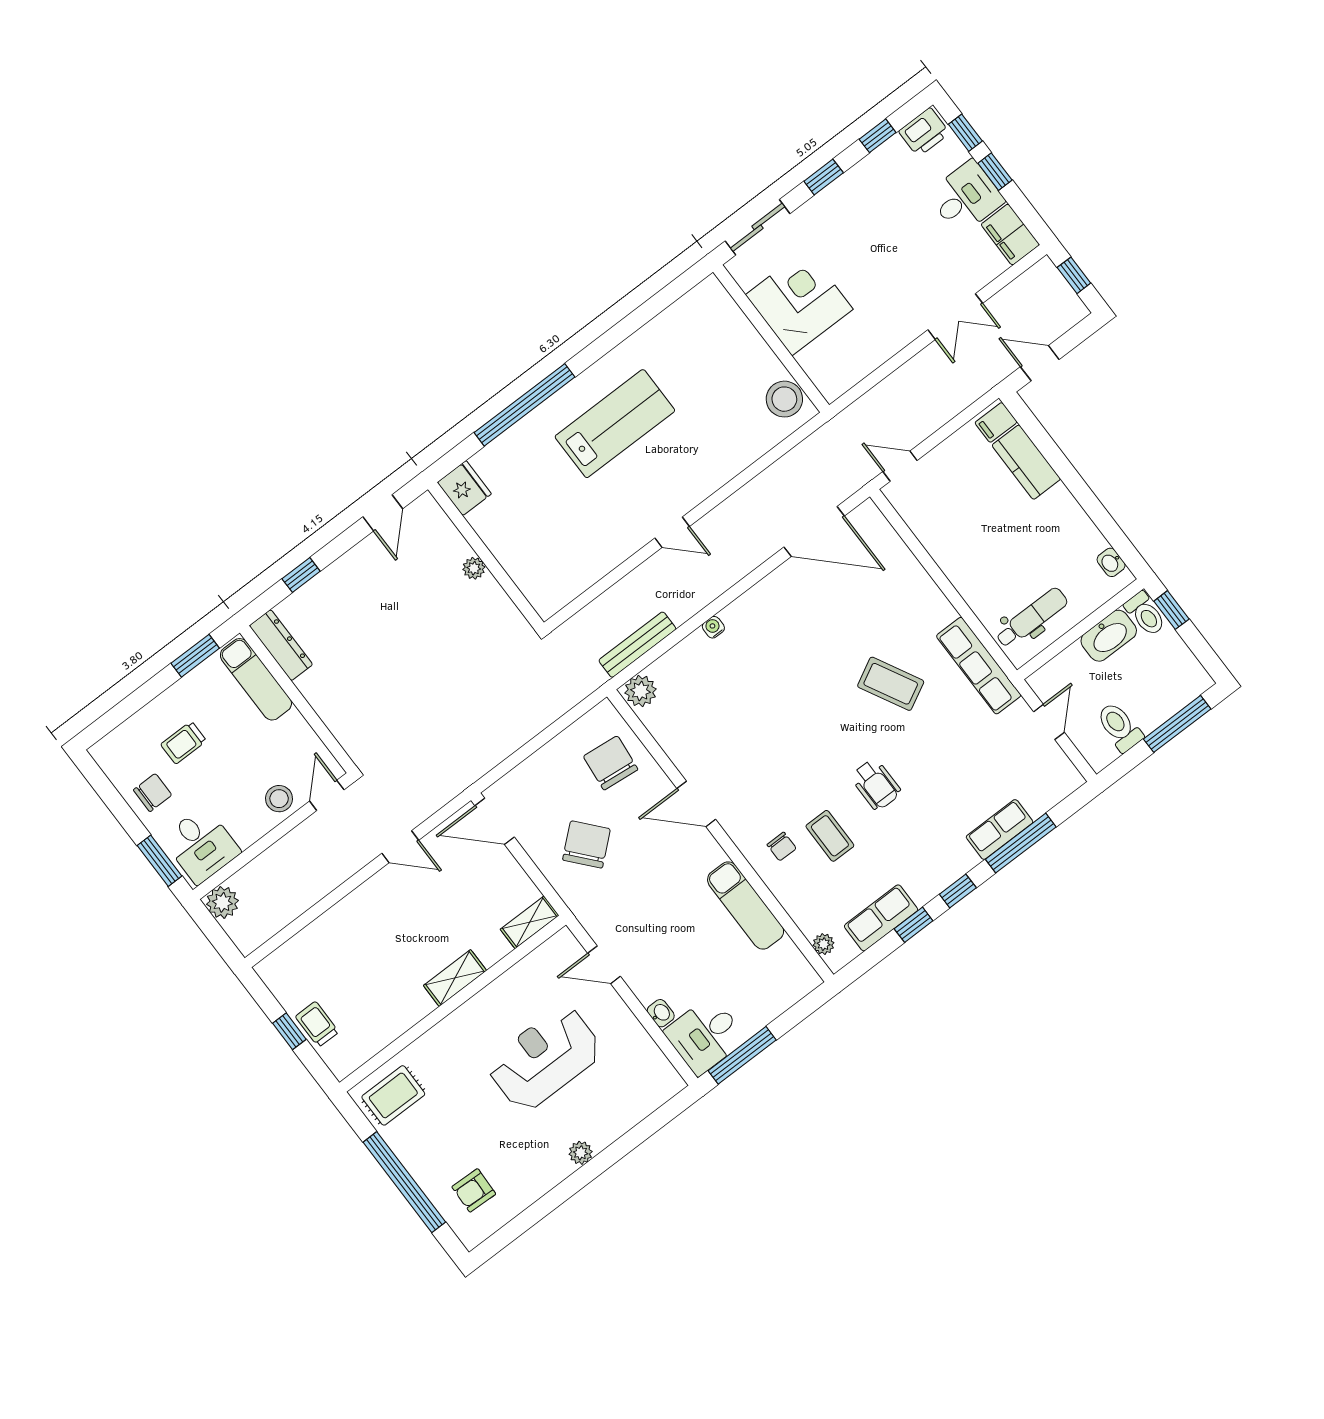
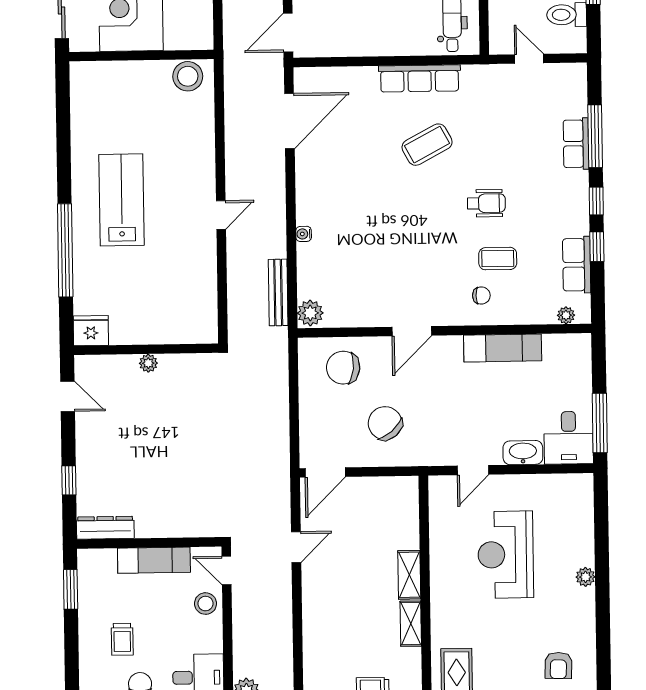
door: (900, 466) -> (288, 33), width x1.38
row of seats: (979, 666) -> (420, 78), moved
exam couch: (256, 679) -> (154, 560), moved
shelving: (530, 922) -> (411, 624), moved
washbasin: (661, 1013) -> (523, 453), width x1.91, depth x1.45

